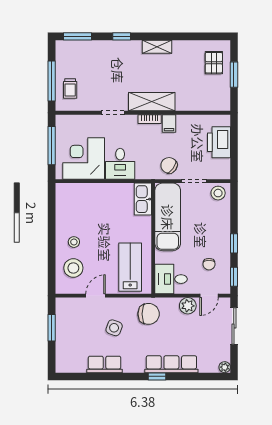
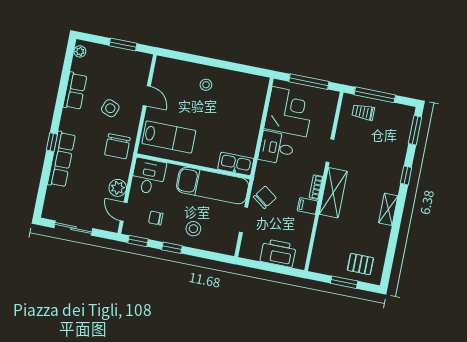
stool: (218, 193) -> (193, 229), moved
stool: (73, 268) -> (180, 79), removed
sliding door: (234, 326) -> (73, 228), moved
plant: (225, 367) -> (80, 51), moved

